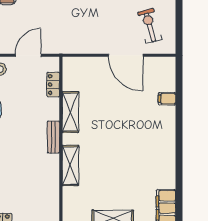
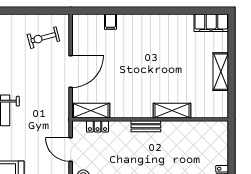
door: (126, 55) -> (71, 72), moved
shelving: (70, 112) -> (91, 111), moved

